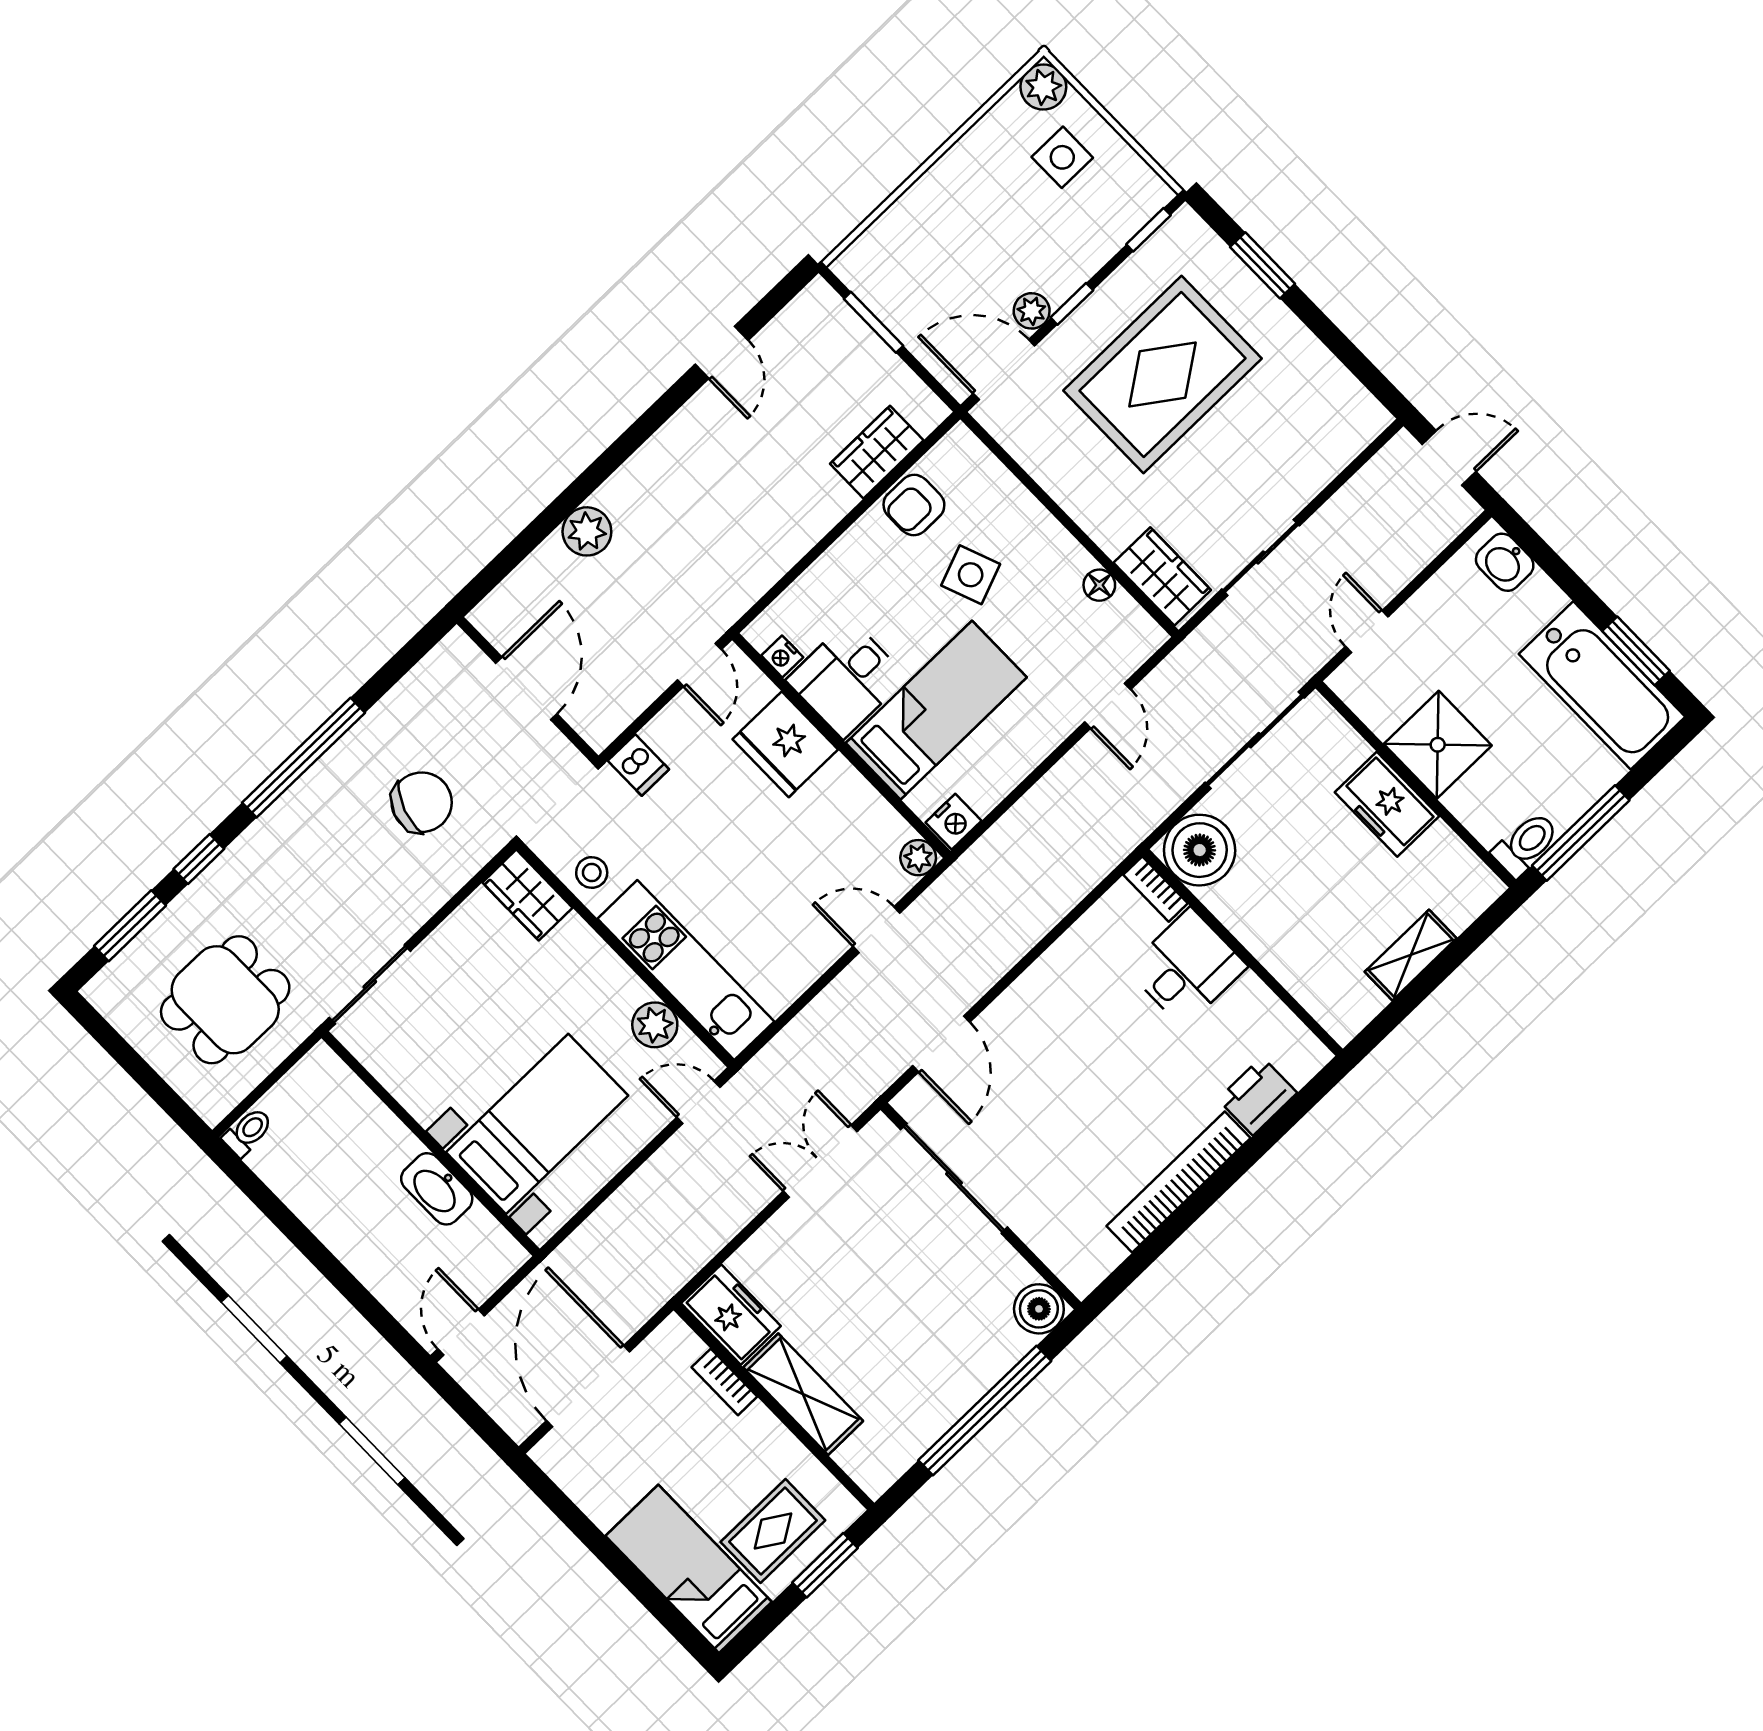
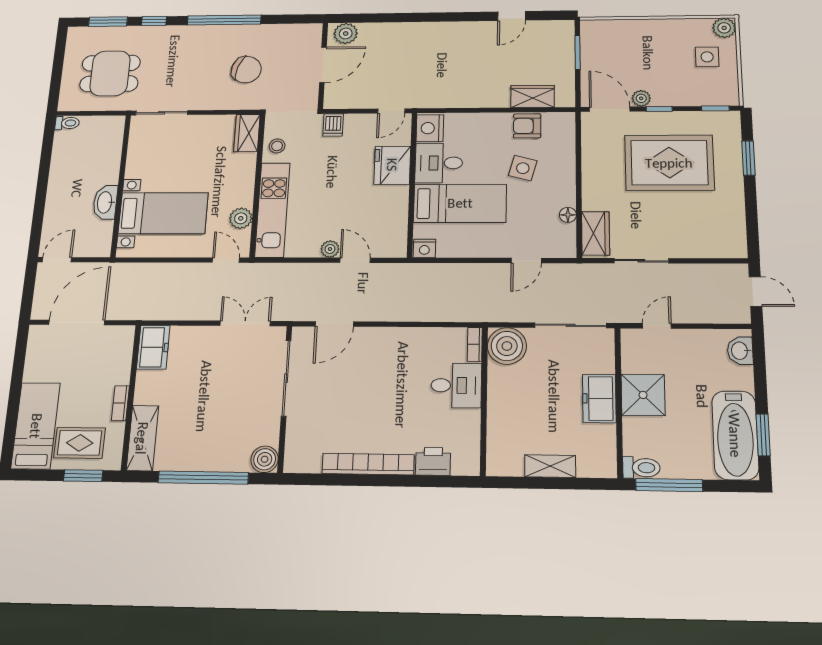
plant: (587, 531) -> (346, 33), moved
side table: (971, 575) -> (523, 168), turned 36
nightstand: (782, 656) -> (430, 128), width x1.89, depth x1.79
plant: (918, 858) -> (330, 249), moved
bookcase: (724, 1382) -> (120, 403), moved
shelving: (803, 1394) -> (142, 438), moved

